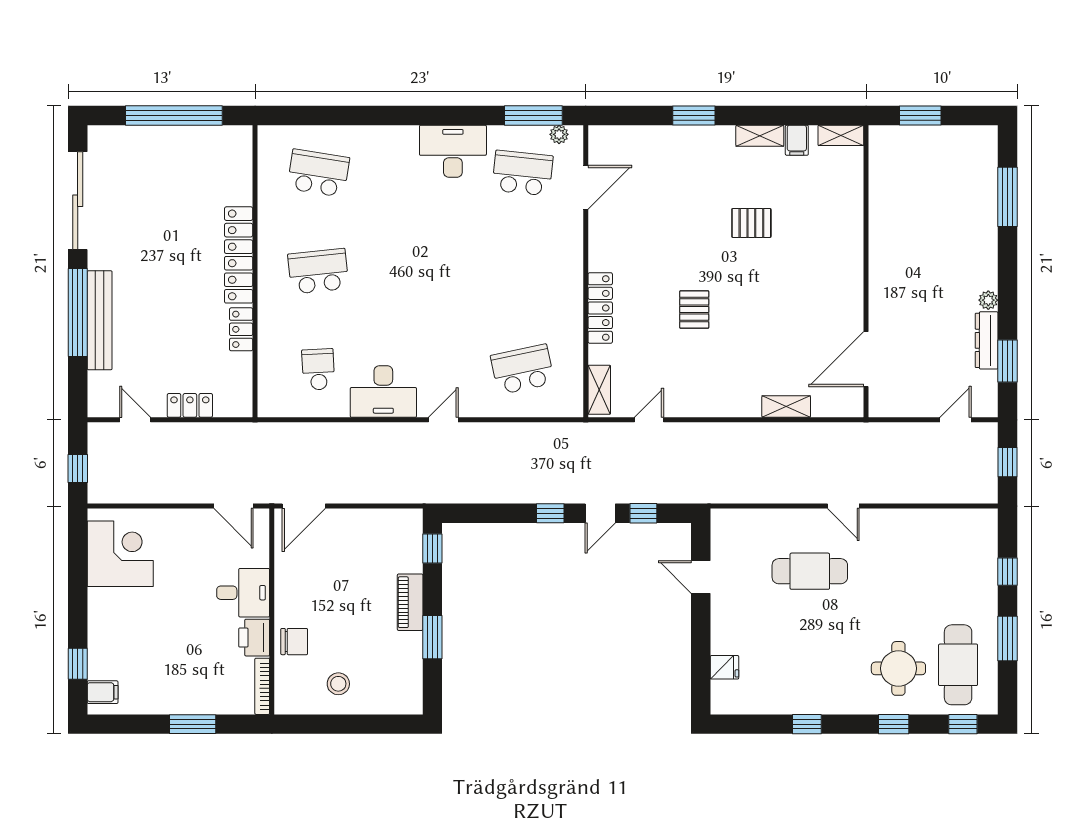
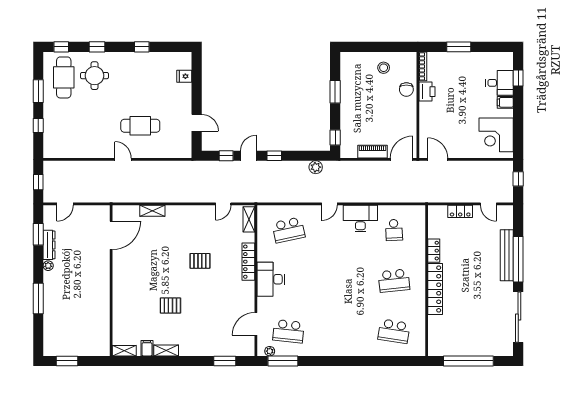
window: (694, 115) -> (225, 361), moved
window: (920, 115) -> (67, 361), moved
desk: (453, 151) -> (271, 279), moved, turned 90
window: (1007, 197) -> (38, 299), moved
pallet: (694, 309) -> (200, 261), turned 90
plant: (470, 491) -> (316, 167), added
desk: (243, 593) -> (500, 83), moved, turned 180
piano: (410, 602) -> (373, 152), moved, turned -90
chair: (294, 642) -> (406, 89), turned -90
filing cabinet: (103, 692) -> (505, 102), moved

